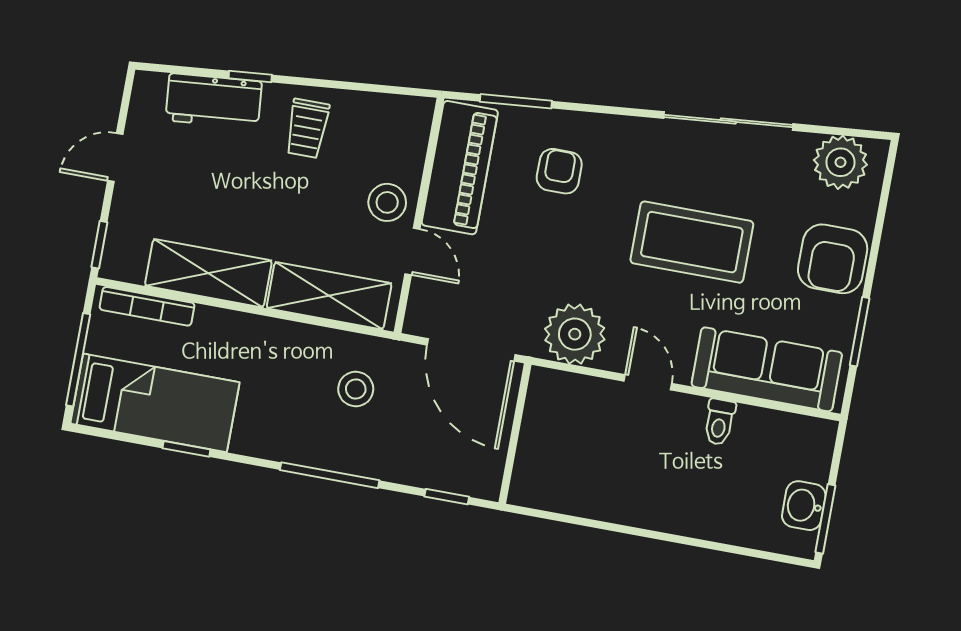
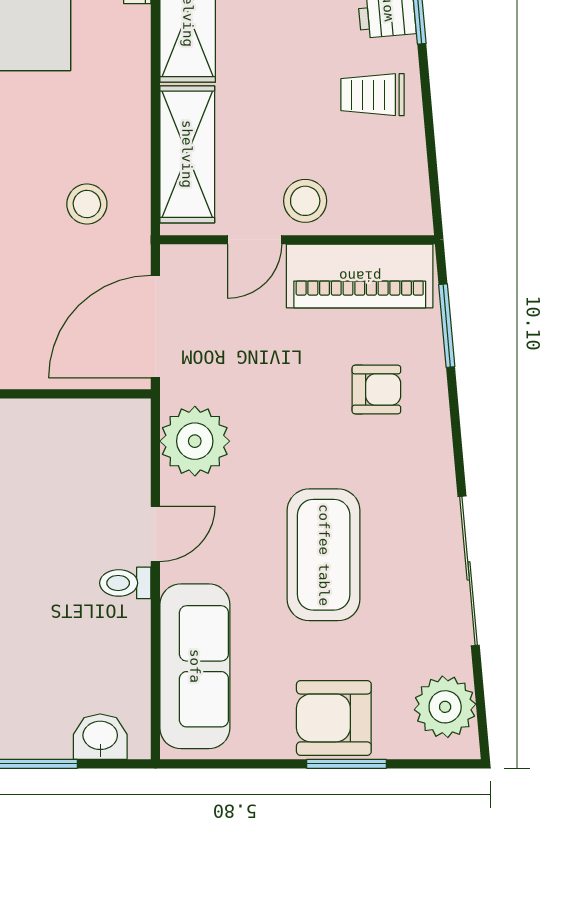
window: (860, 332) -> (346, 764), moved
toilet: (719, 422) -> (125, 583), moved
washbasin: (804, 506) -> (100, 737), moved

